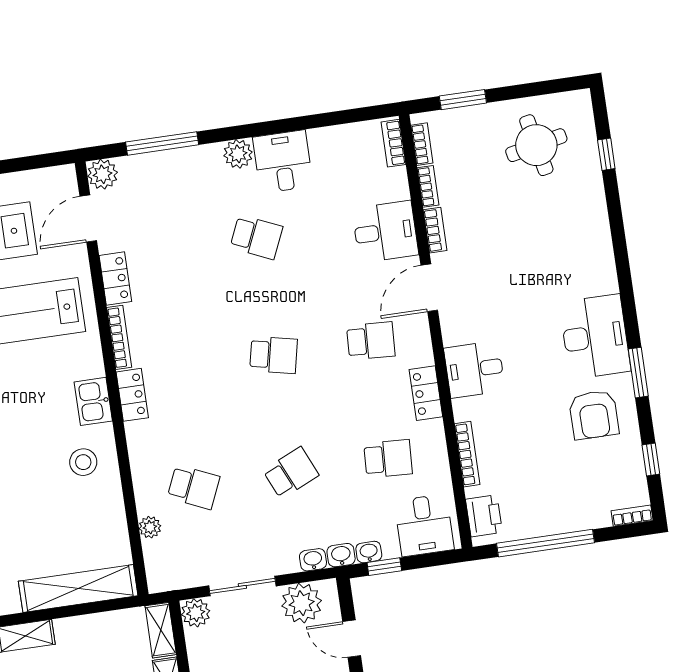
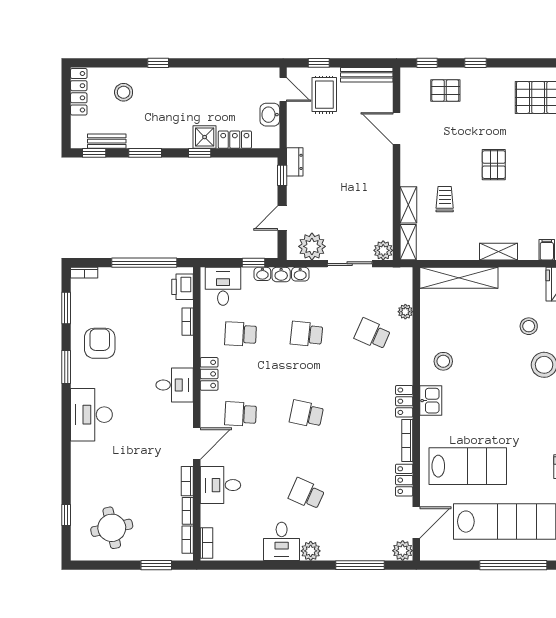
desk: (595, 337) -> (91, 415), moved
bookcase: (467, 454) -> (188, 322), width x0.64
window: (651, 460) -> (66, 308), width x1.50
school desk: (291, 473) -> (307, 334), turned 30
door: (352, 639) -> (282, 218), swing flipped

